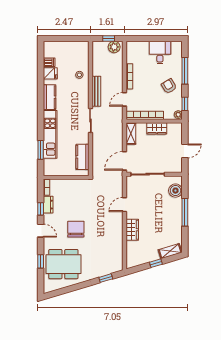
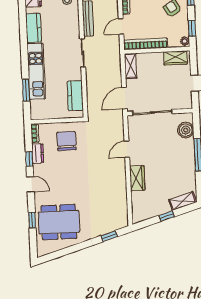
wardrobe: (157, 128) -> (176, 58), moved
chair: (76, 229) -> (67, 141), moved

